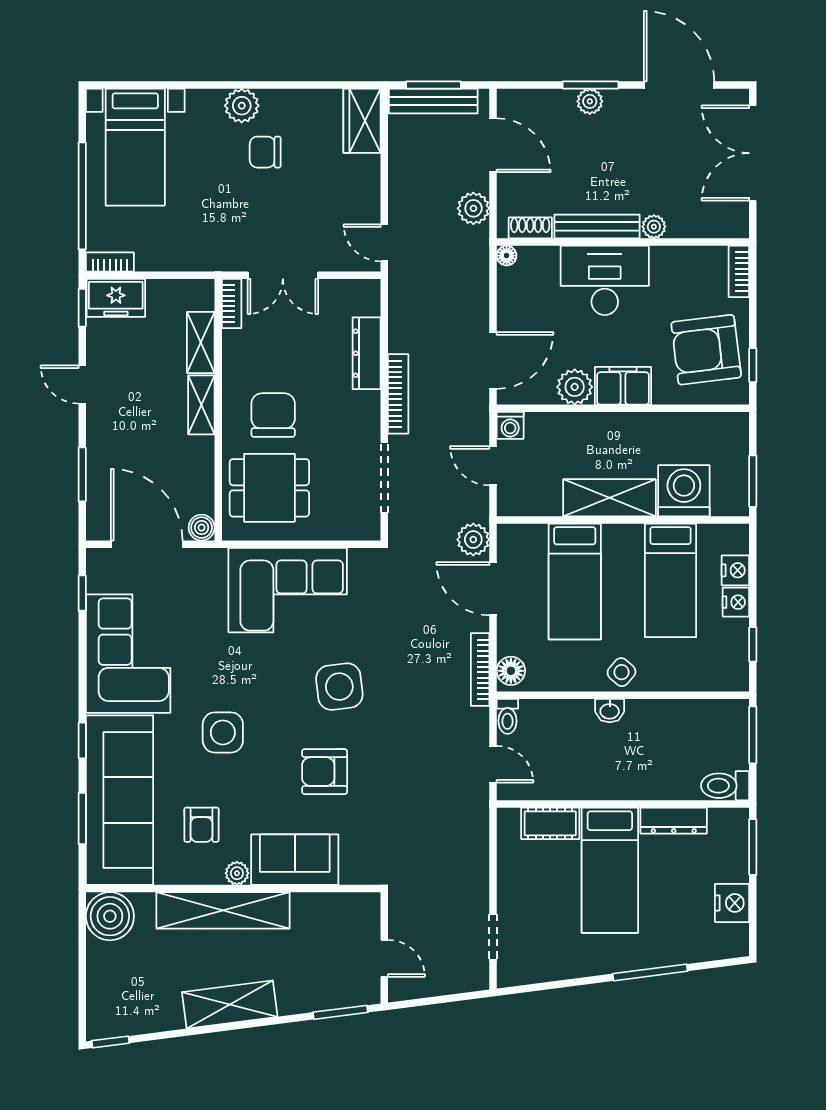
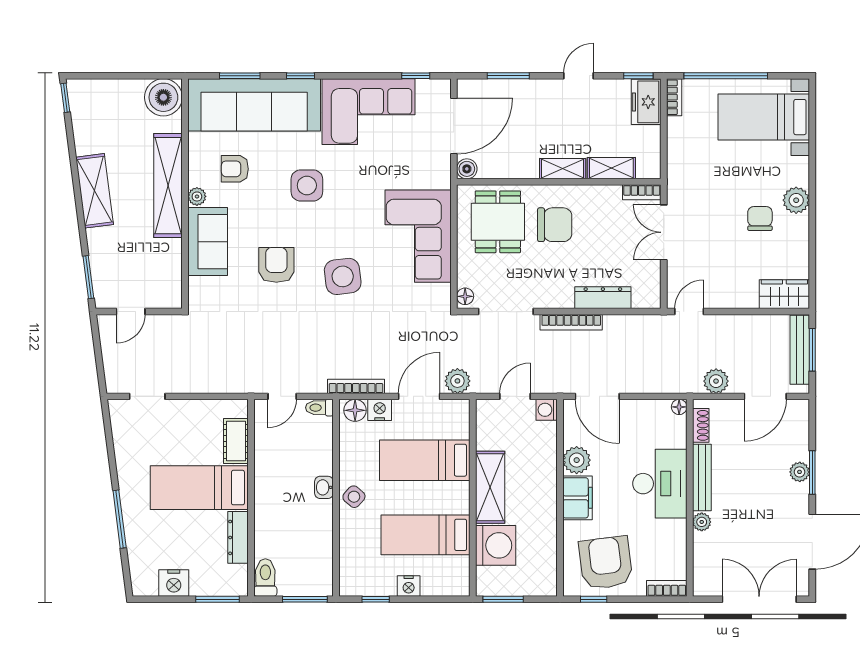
floor lamp: (365, 530) -> (465, 296), added
nightstand: (735, 570) -> (380, 410), moved, turned 180

